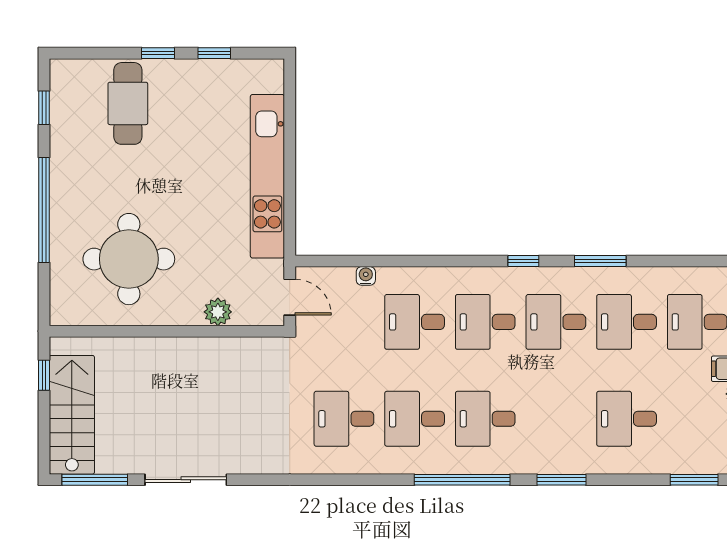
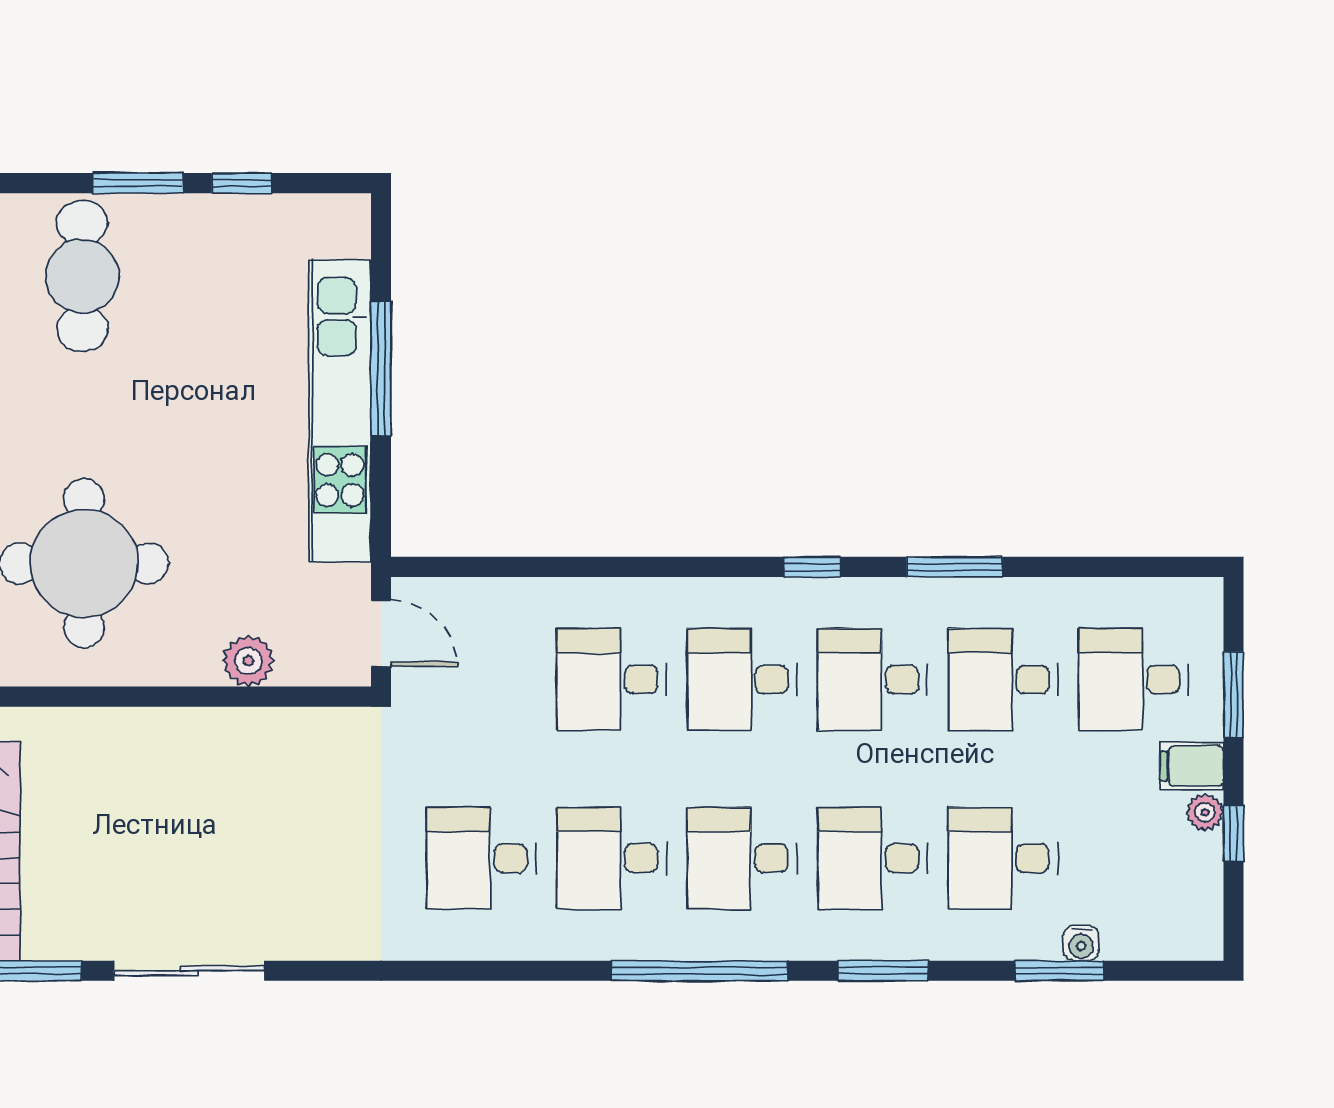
window: (158, 53) -> (138, 183), width x1.50
window: (290, 154) -> (381, 369), added
water cooler: (366, 276) -> (1081, 943), moved, turned 180
desk: (556, 419) -> (873, 858), added
window: (694, 480) -> (1059, 971), moved

